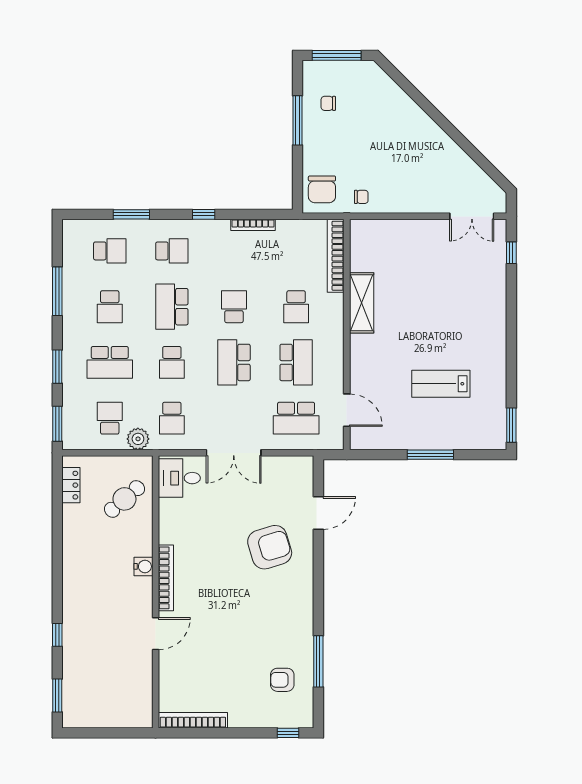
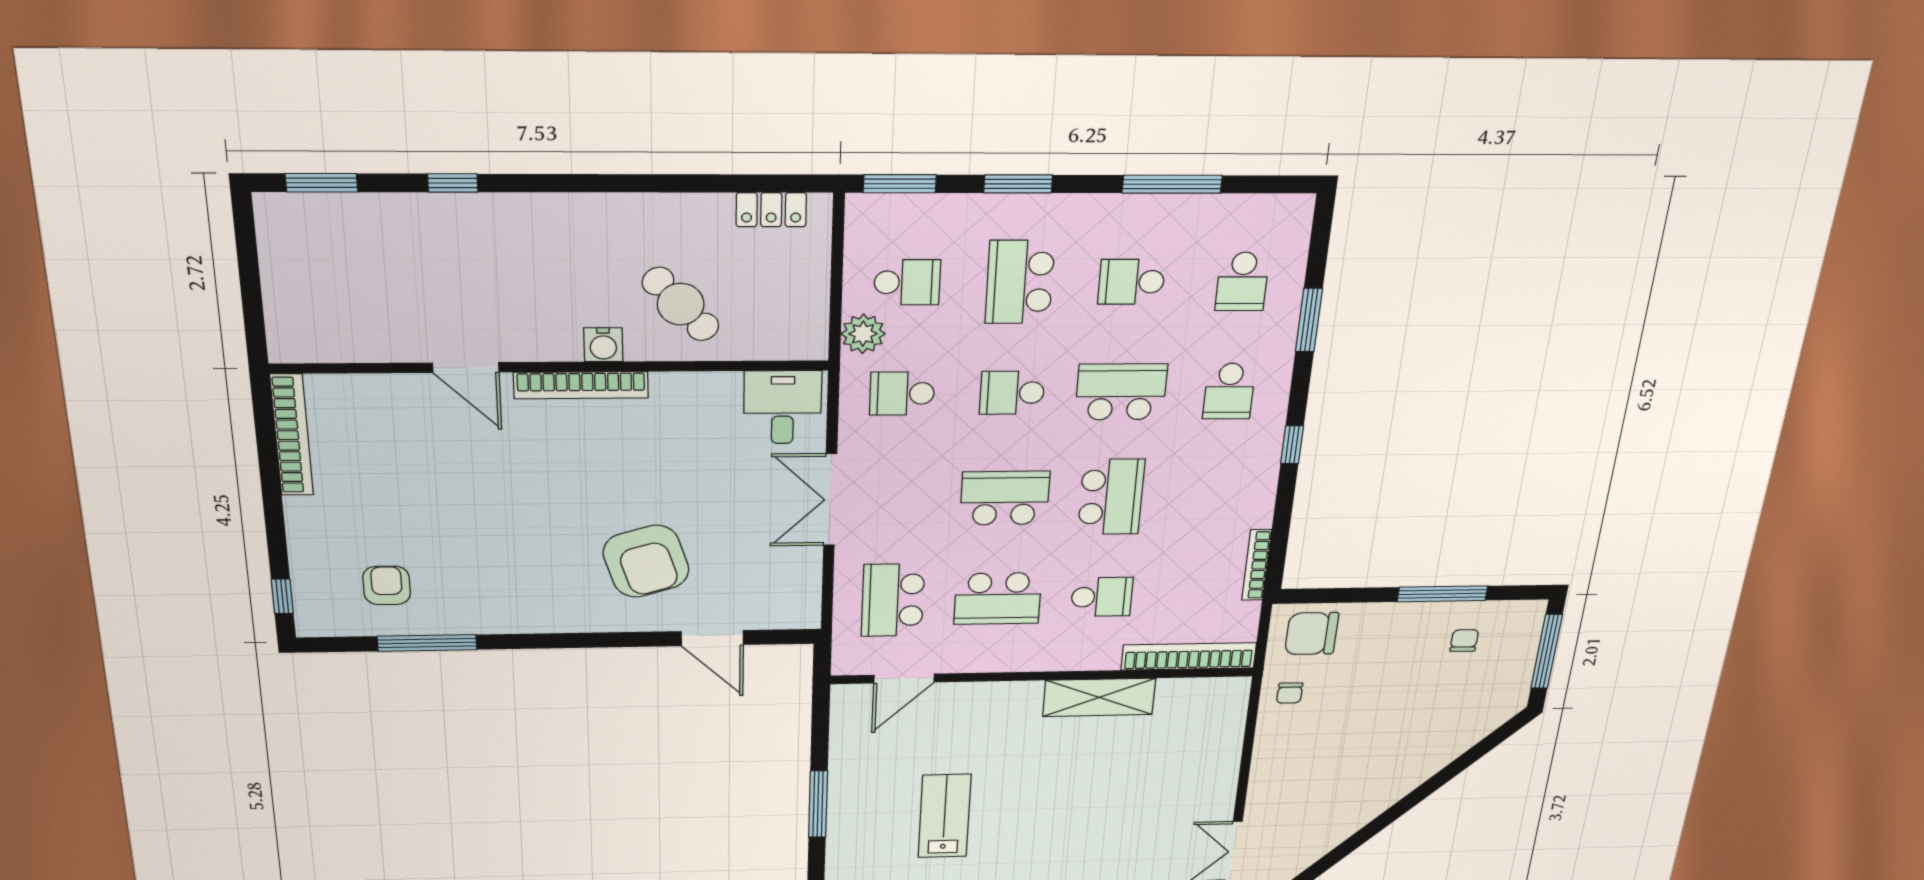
bookcase: (253, 225) -> (1257, 565), moved
school desk: (234, 307) -> (1111, 497), width x1.85
school desk: (296, 307) -> (1102, 597), turned 180
cafe table: (124, 499) -> (681, 304), moved

